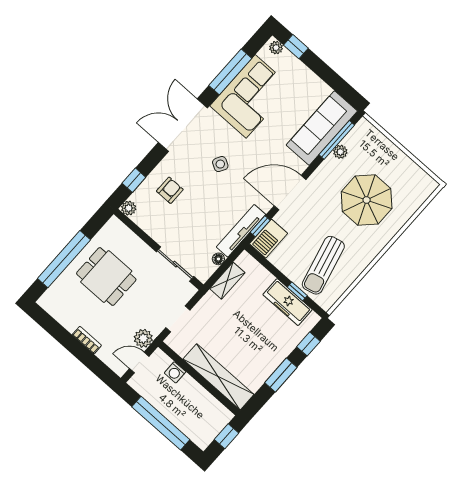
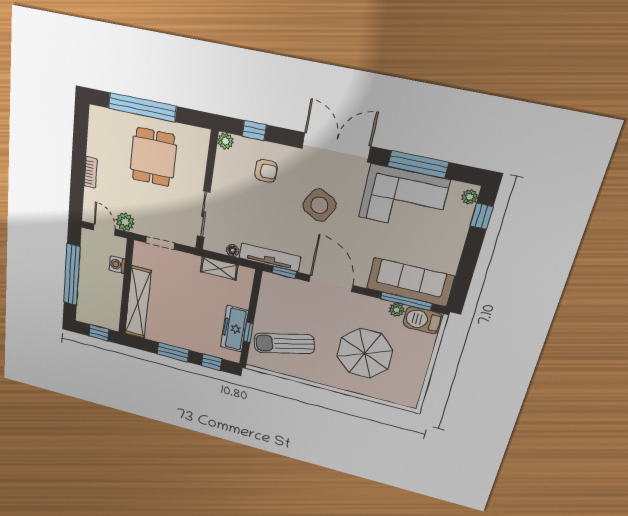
side table: (220, 164) -> (319, 205), width x1.87, depth x1.87
barbecue: (269, 239) -> (423, 320), moved

